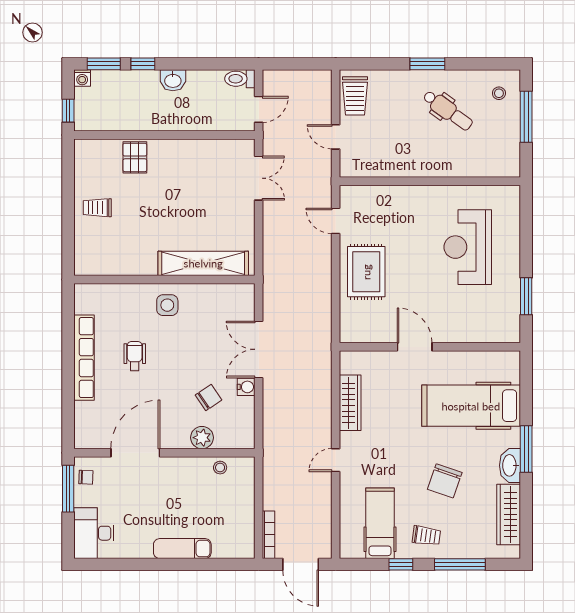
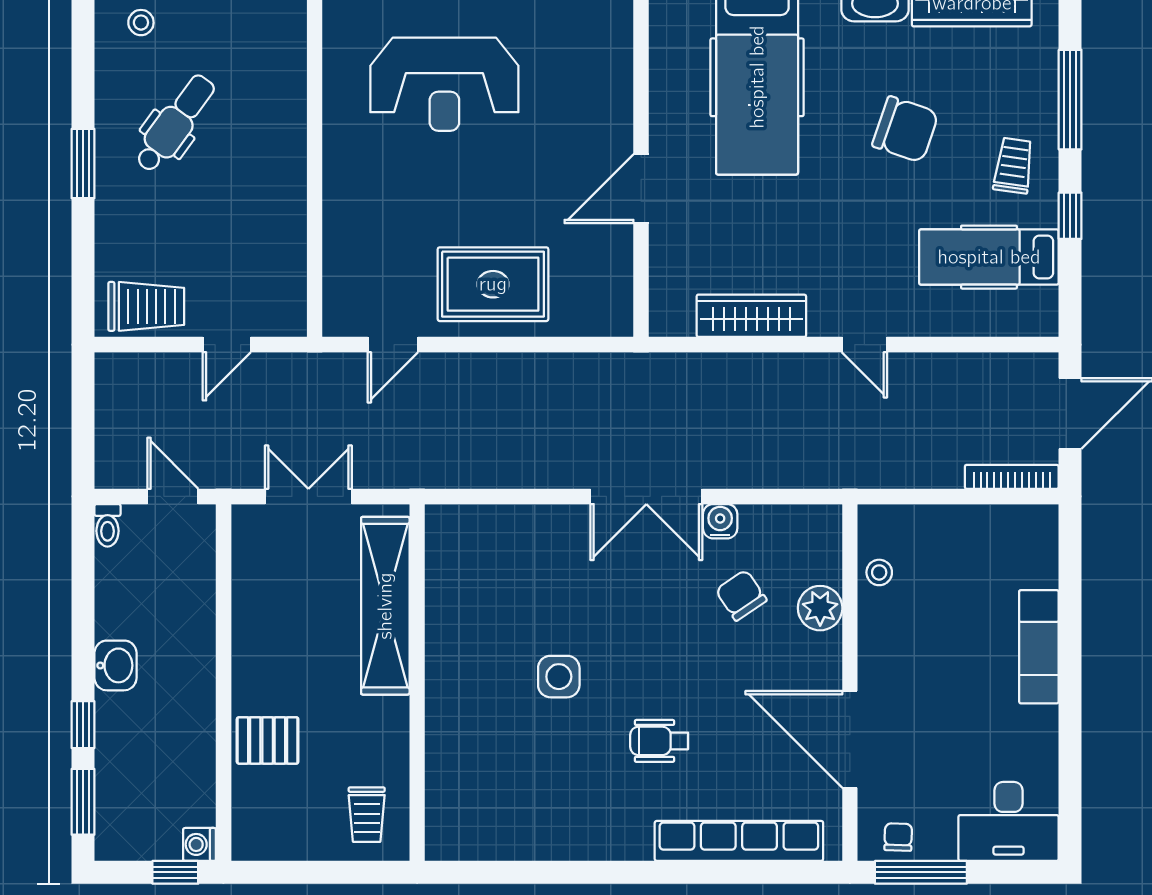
washing machine: (82, 78) -> (199, 844), moved, turned 180
toilet: (240, 79) -> (107, 525), width x0.73, depth x0.72
shelving: (203, 263) -> (385, 606), moved
wall: (164, 279) -> (417, 682), moved
row of seats: (84, 358) -> (739, 841), moved

